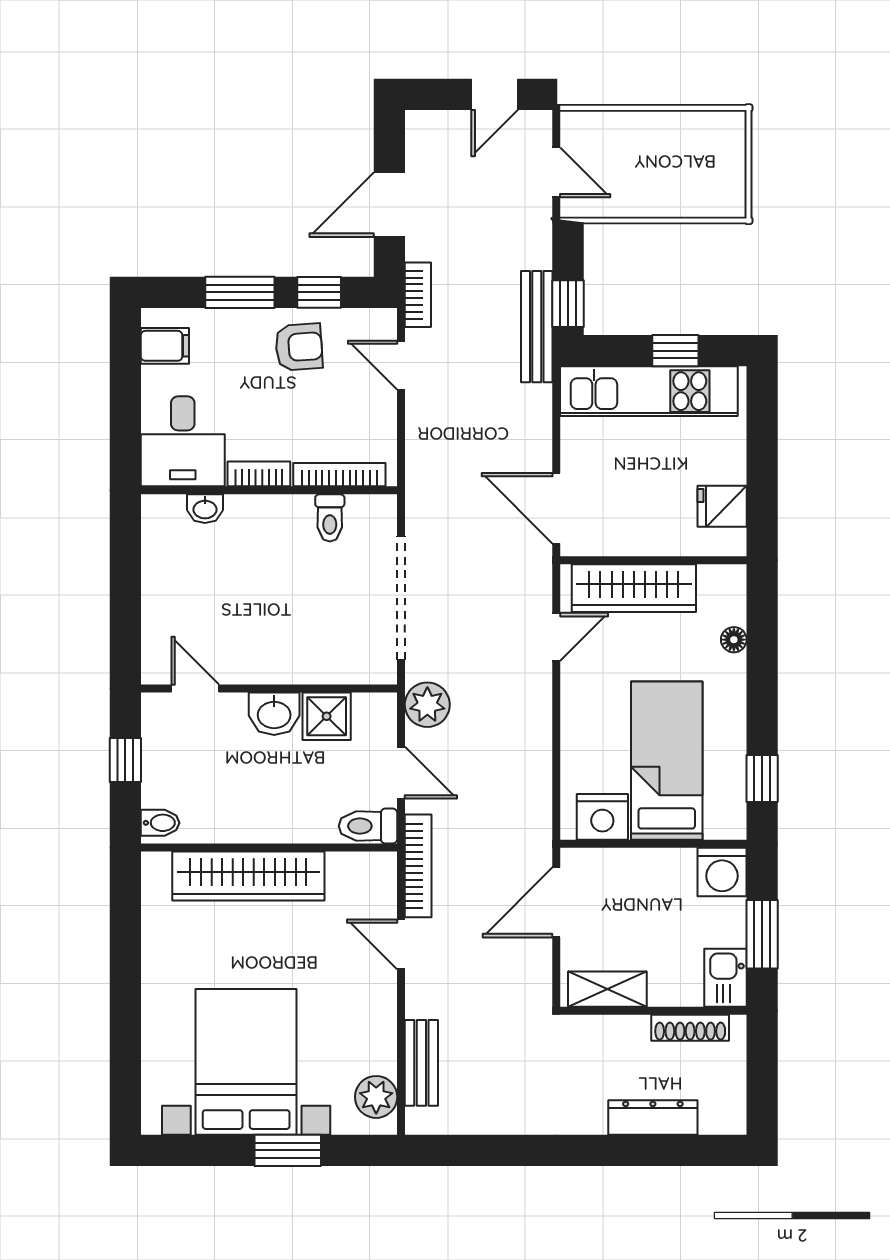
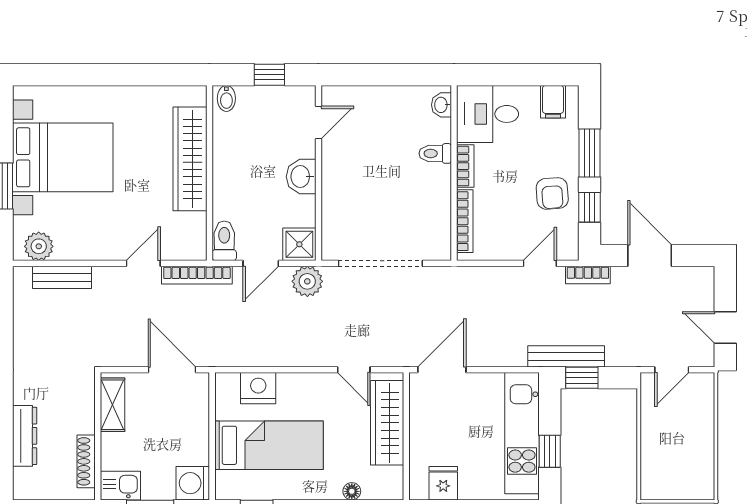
washbasin: (205, 509) -> (442, 105), moved
toilet: (330, 518) -> (435, 153), moved
shower: (327, 716) -> (299, 244), moved
nightstand: (602, 817) -> (258, 388), moved, turned 90

